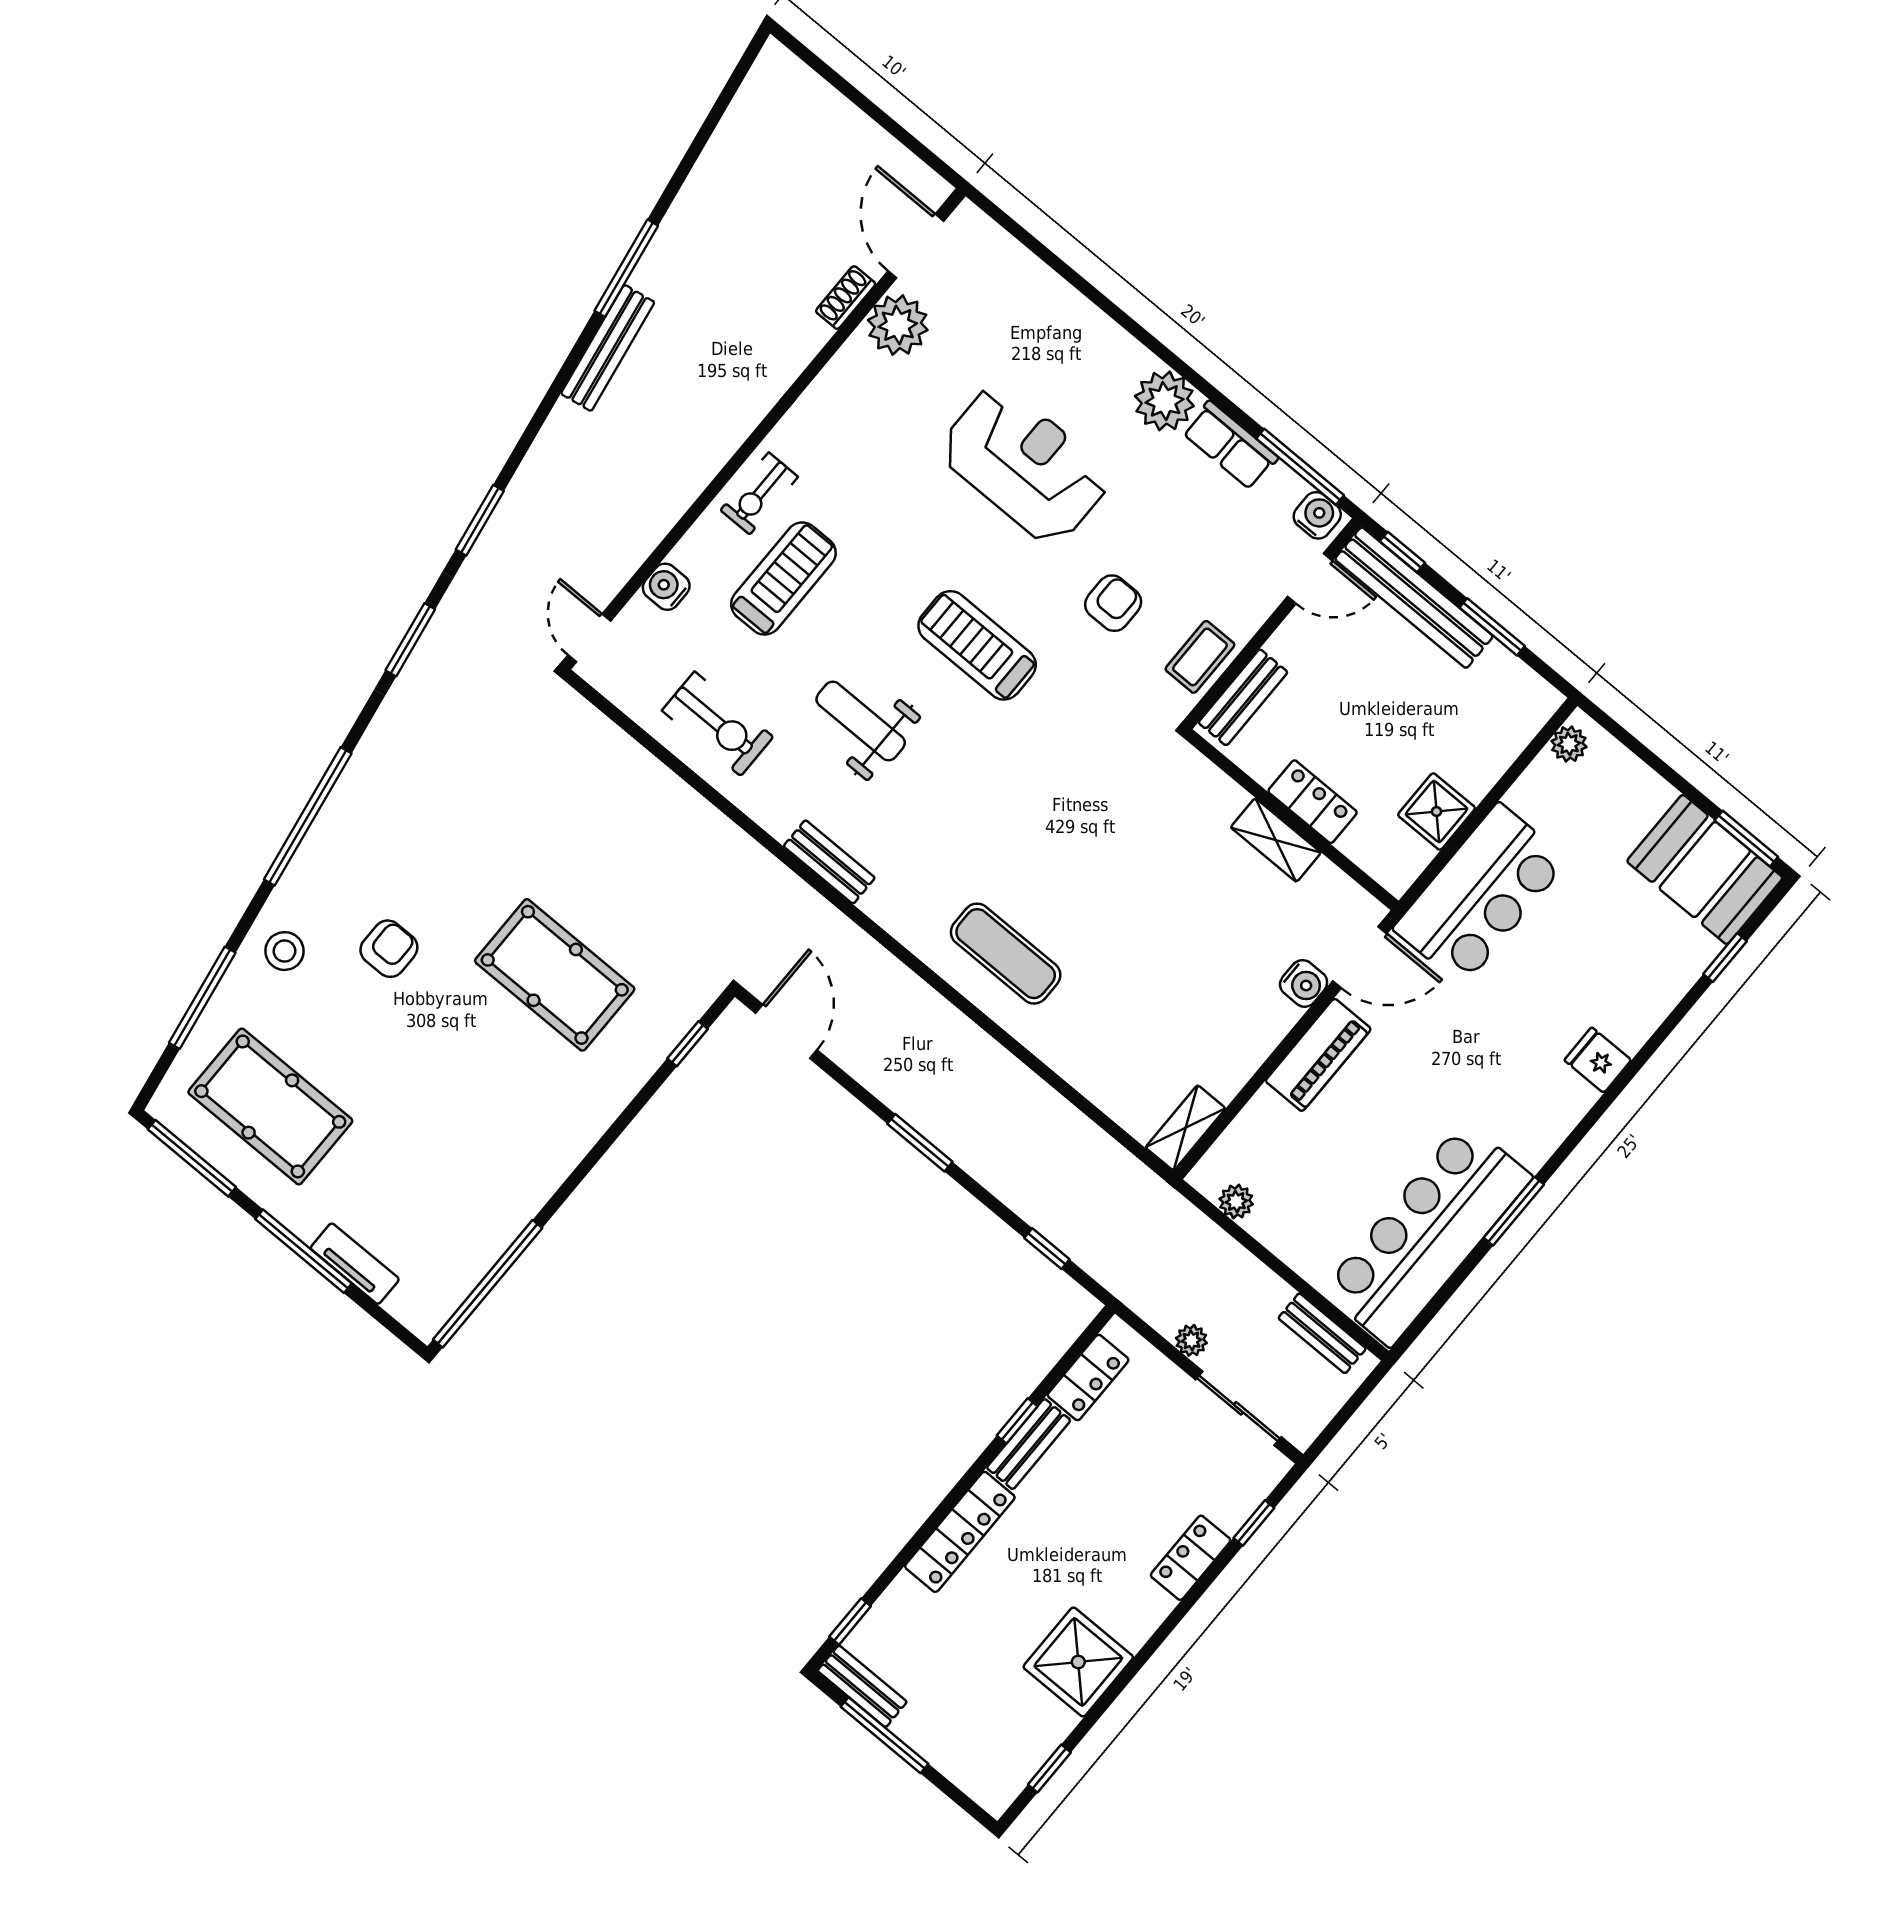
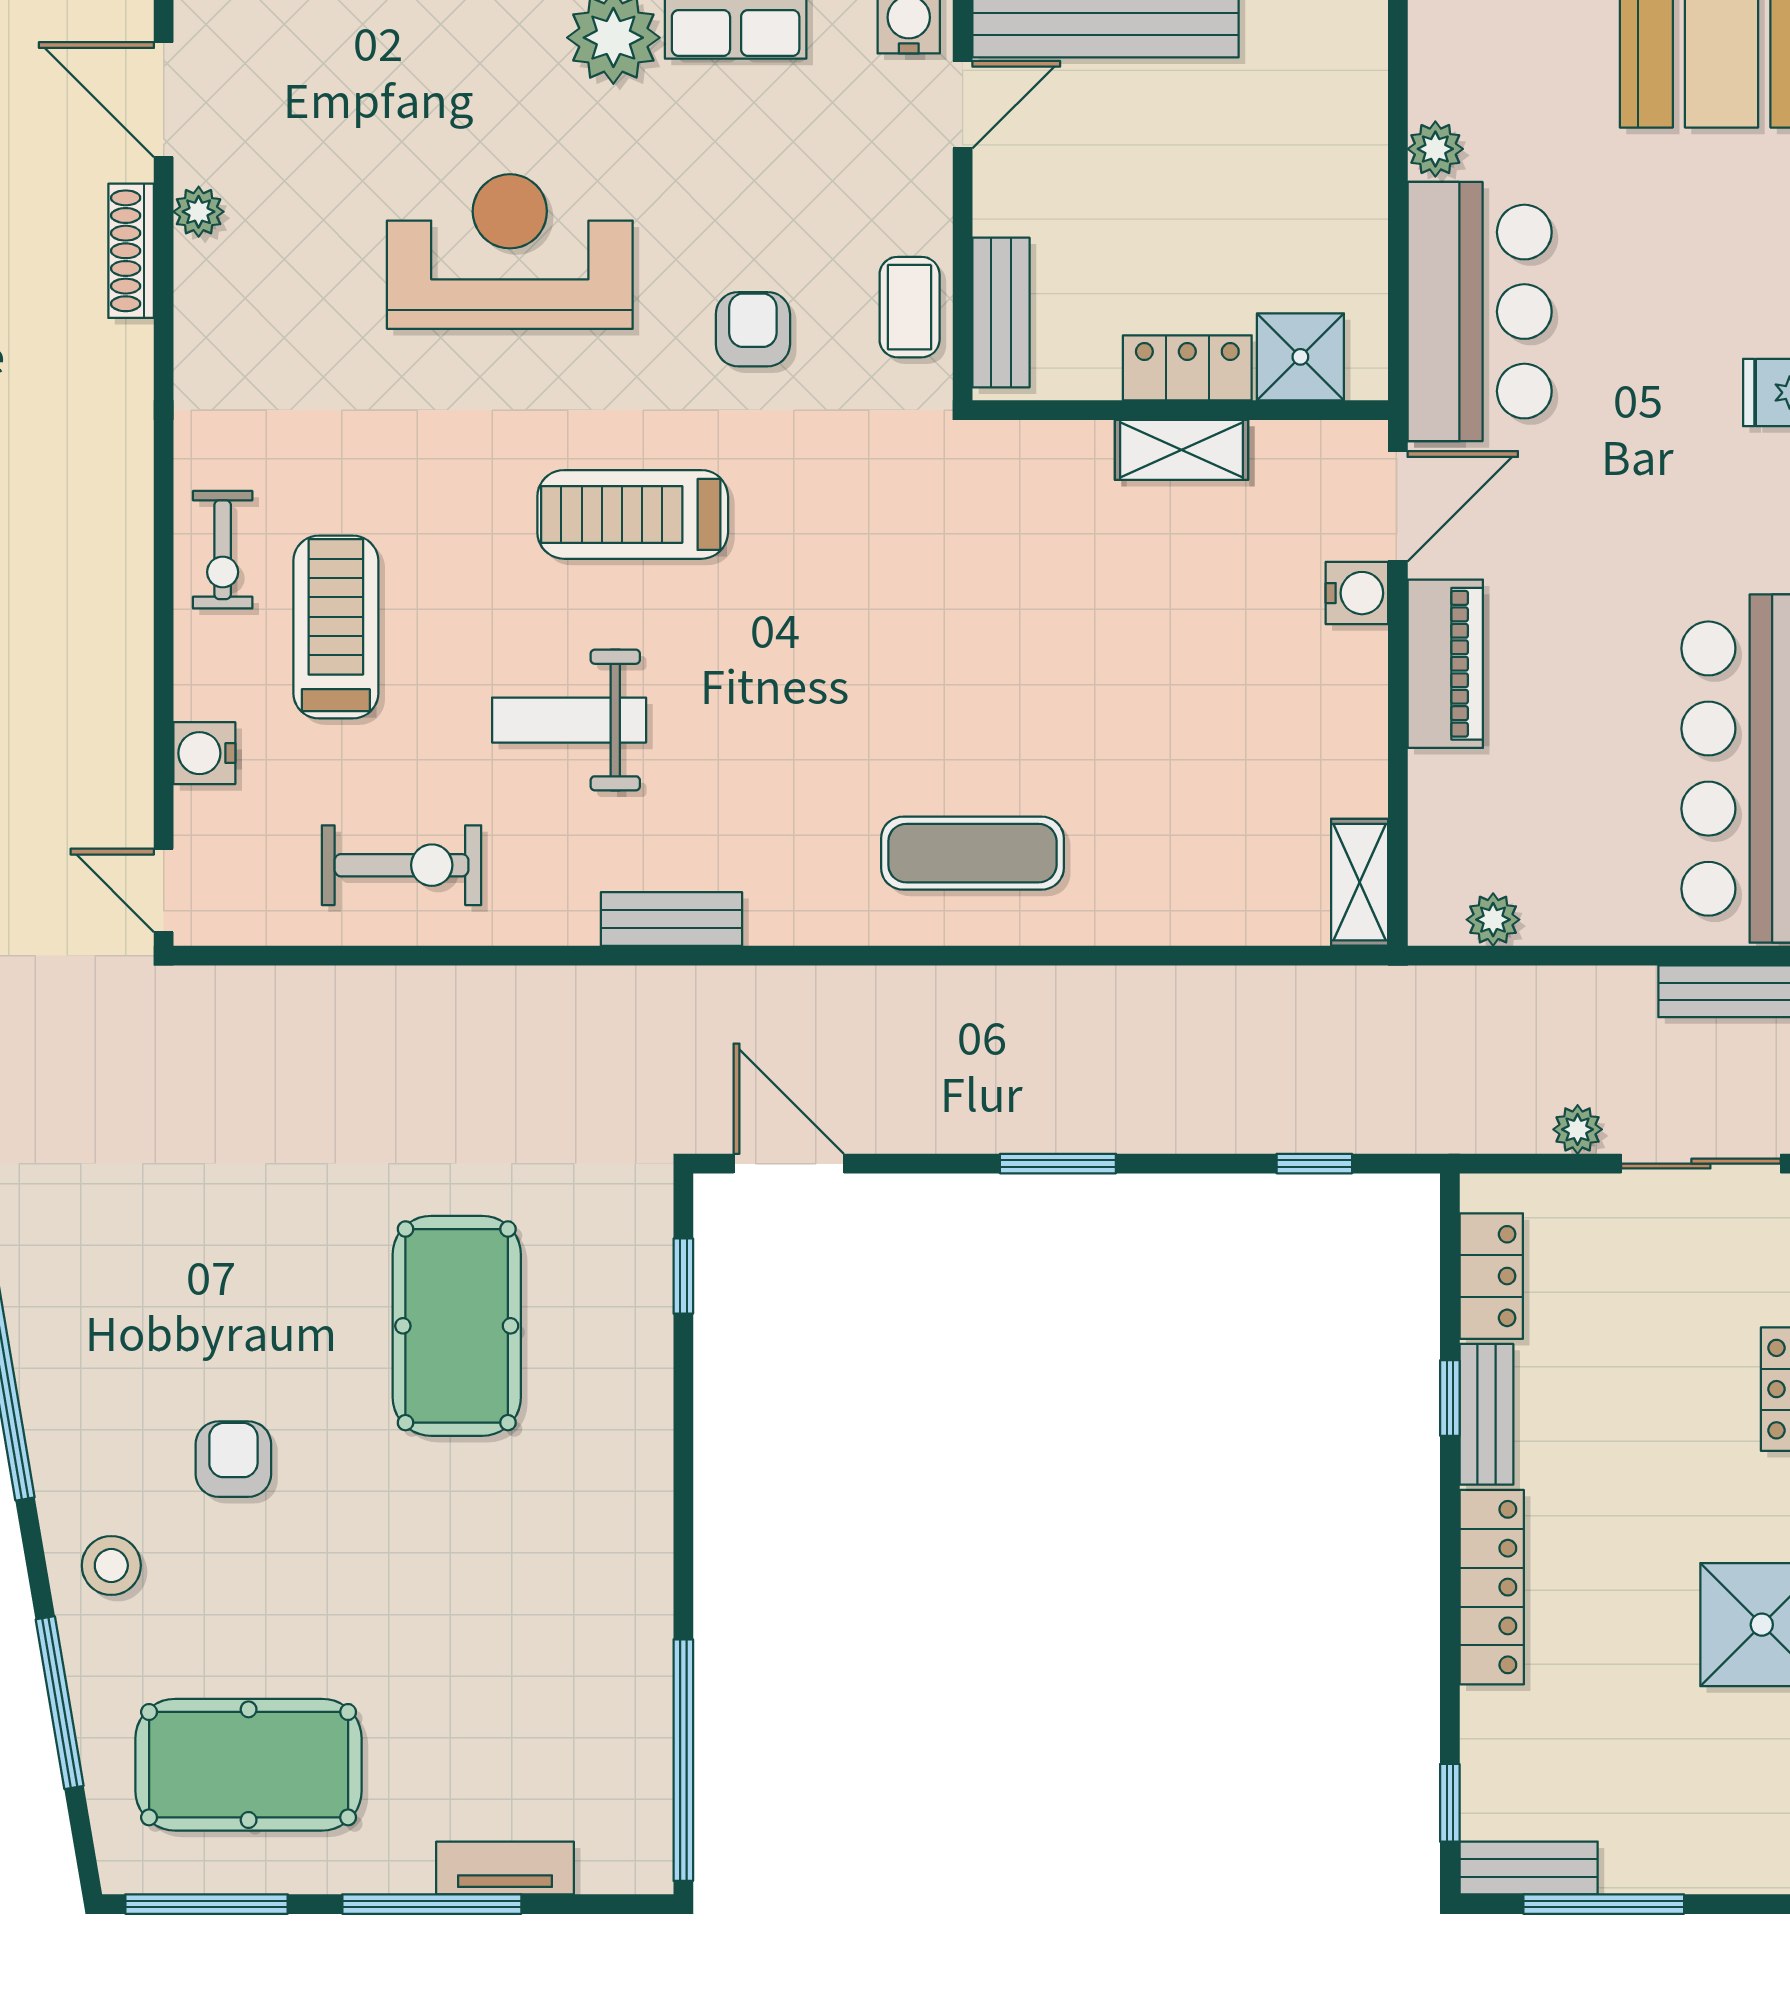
shoe rack: (846, 298) -> (131, 251), width x1.43
plant: (898, 325) -> (199, 212), width x0.53, depth x0.53
plant: (1569, 744) -> (1435, 149), moved
shower: (1437, 812) -> (1300, 357), moved
pool table: (555, 975) -> (457, 1326), turned 90

